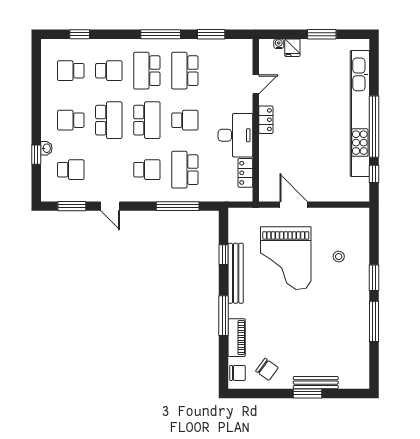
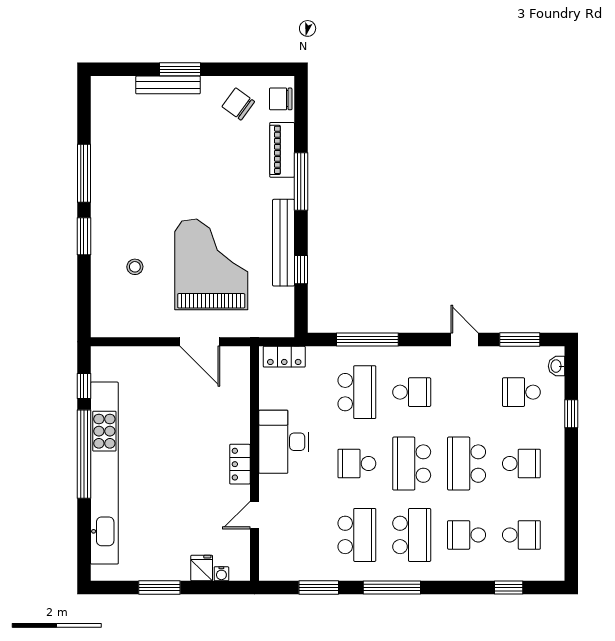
washbasin: (46, 148) -> (556, 366), moved
school desk: (147, 170) -> (412, 392), turned 180
locker: (245, 173) -> (284, 357), moved, turned 90

